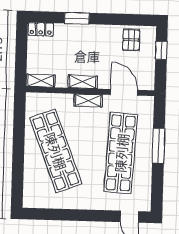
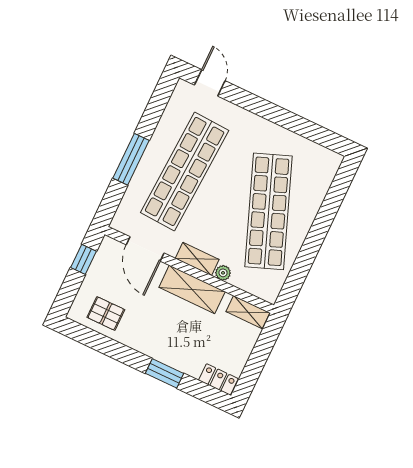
pallet: (131, 40) -> (106, 313), turned 90
window: (161, 50) -> (84, 259), moved
shelving: (83, 82) -> (192, 289), width x1.50, depth x1.33
plant: (68, 99) -> (223, 273), added

